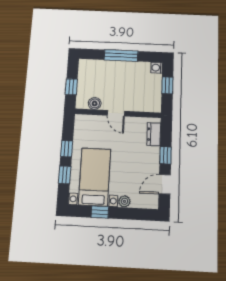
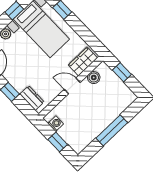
washing machine: (157, 68) -> (56, 124), moved
wardrobe: (90, 122) -> (83, 61), added
window: (67, 149) -> (79, 28), removed

